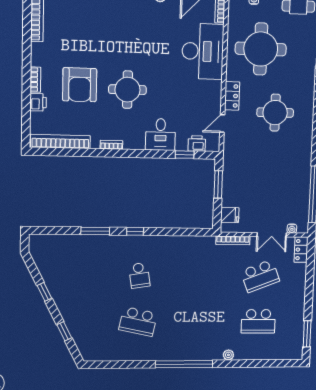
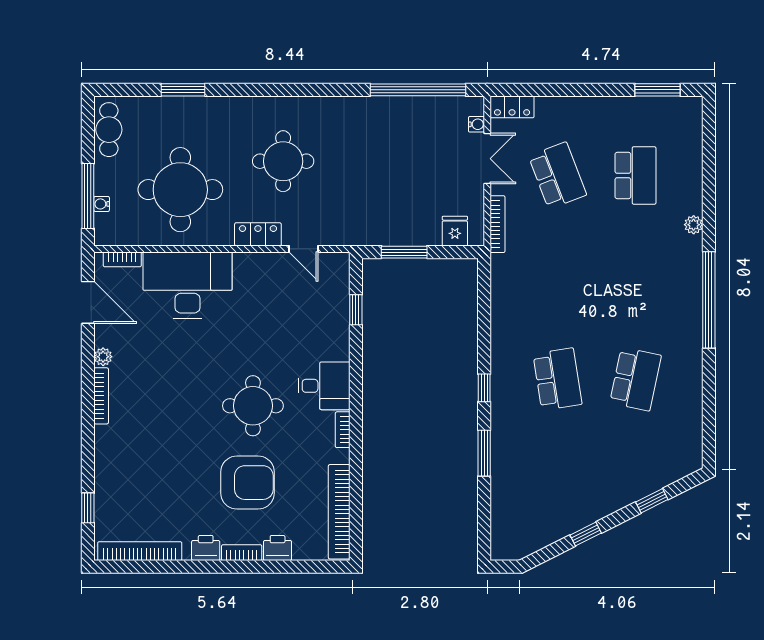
desk: (161, 135) -> (324, 386), moved
printer: (197, 143) -> (206, 548), moved, turned 90
school desk: (139, 275) -> (557, 379), width x1.85

